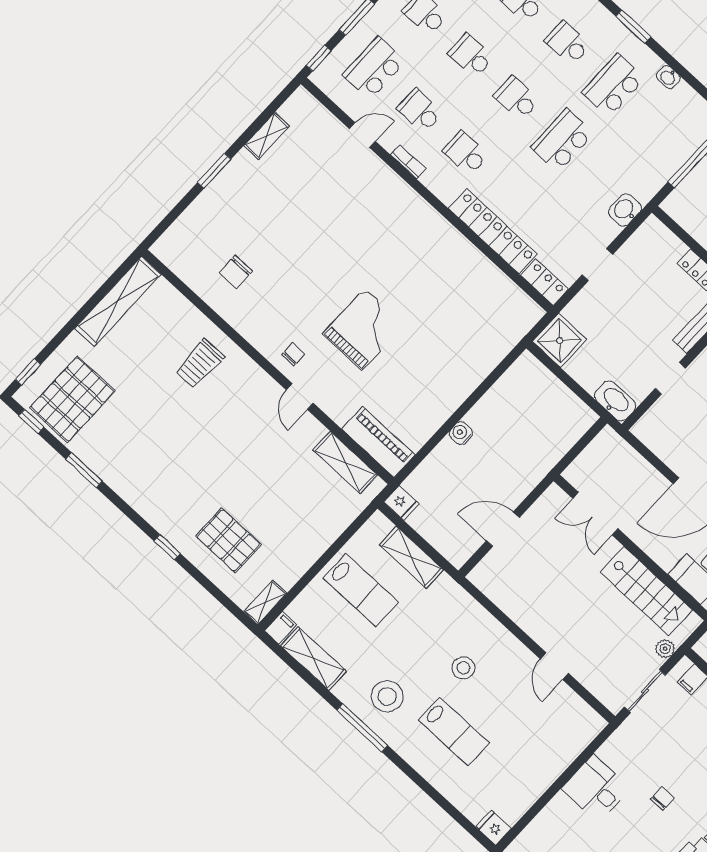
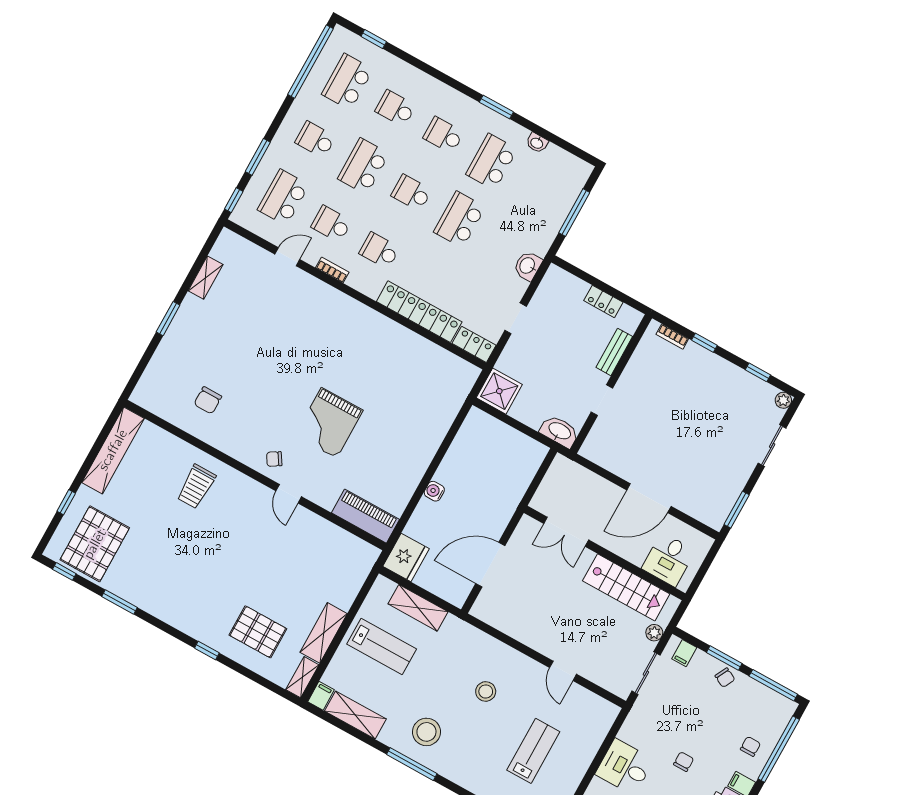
school desk: (471, 56) -> (363, 166), width x1.85
grand piano: (363, 329) -> (329, 423), turned 180
chair: (293, 354) -> (274, 459), turned -122
window: (28, 372) -> (66, 502), moved
shelving: (345, 462) -> (324, 633), moved, turned 90
fridge: (402, 503) -> (406, 557), width x1.88, depth x1.34
door: (503, 529) -> (490, 565), width x1.36
lab bench: (454, 731) -> (533, 751), moved, turned -90

